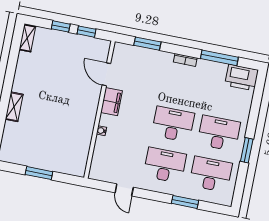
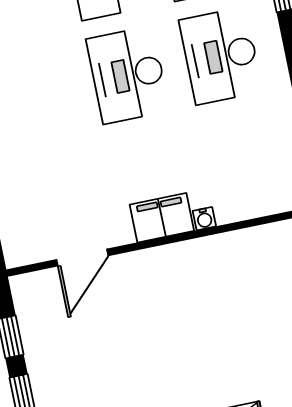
filing cabinet: (111, 102) -> (162, 218), moved

